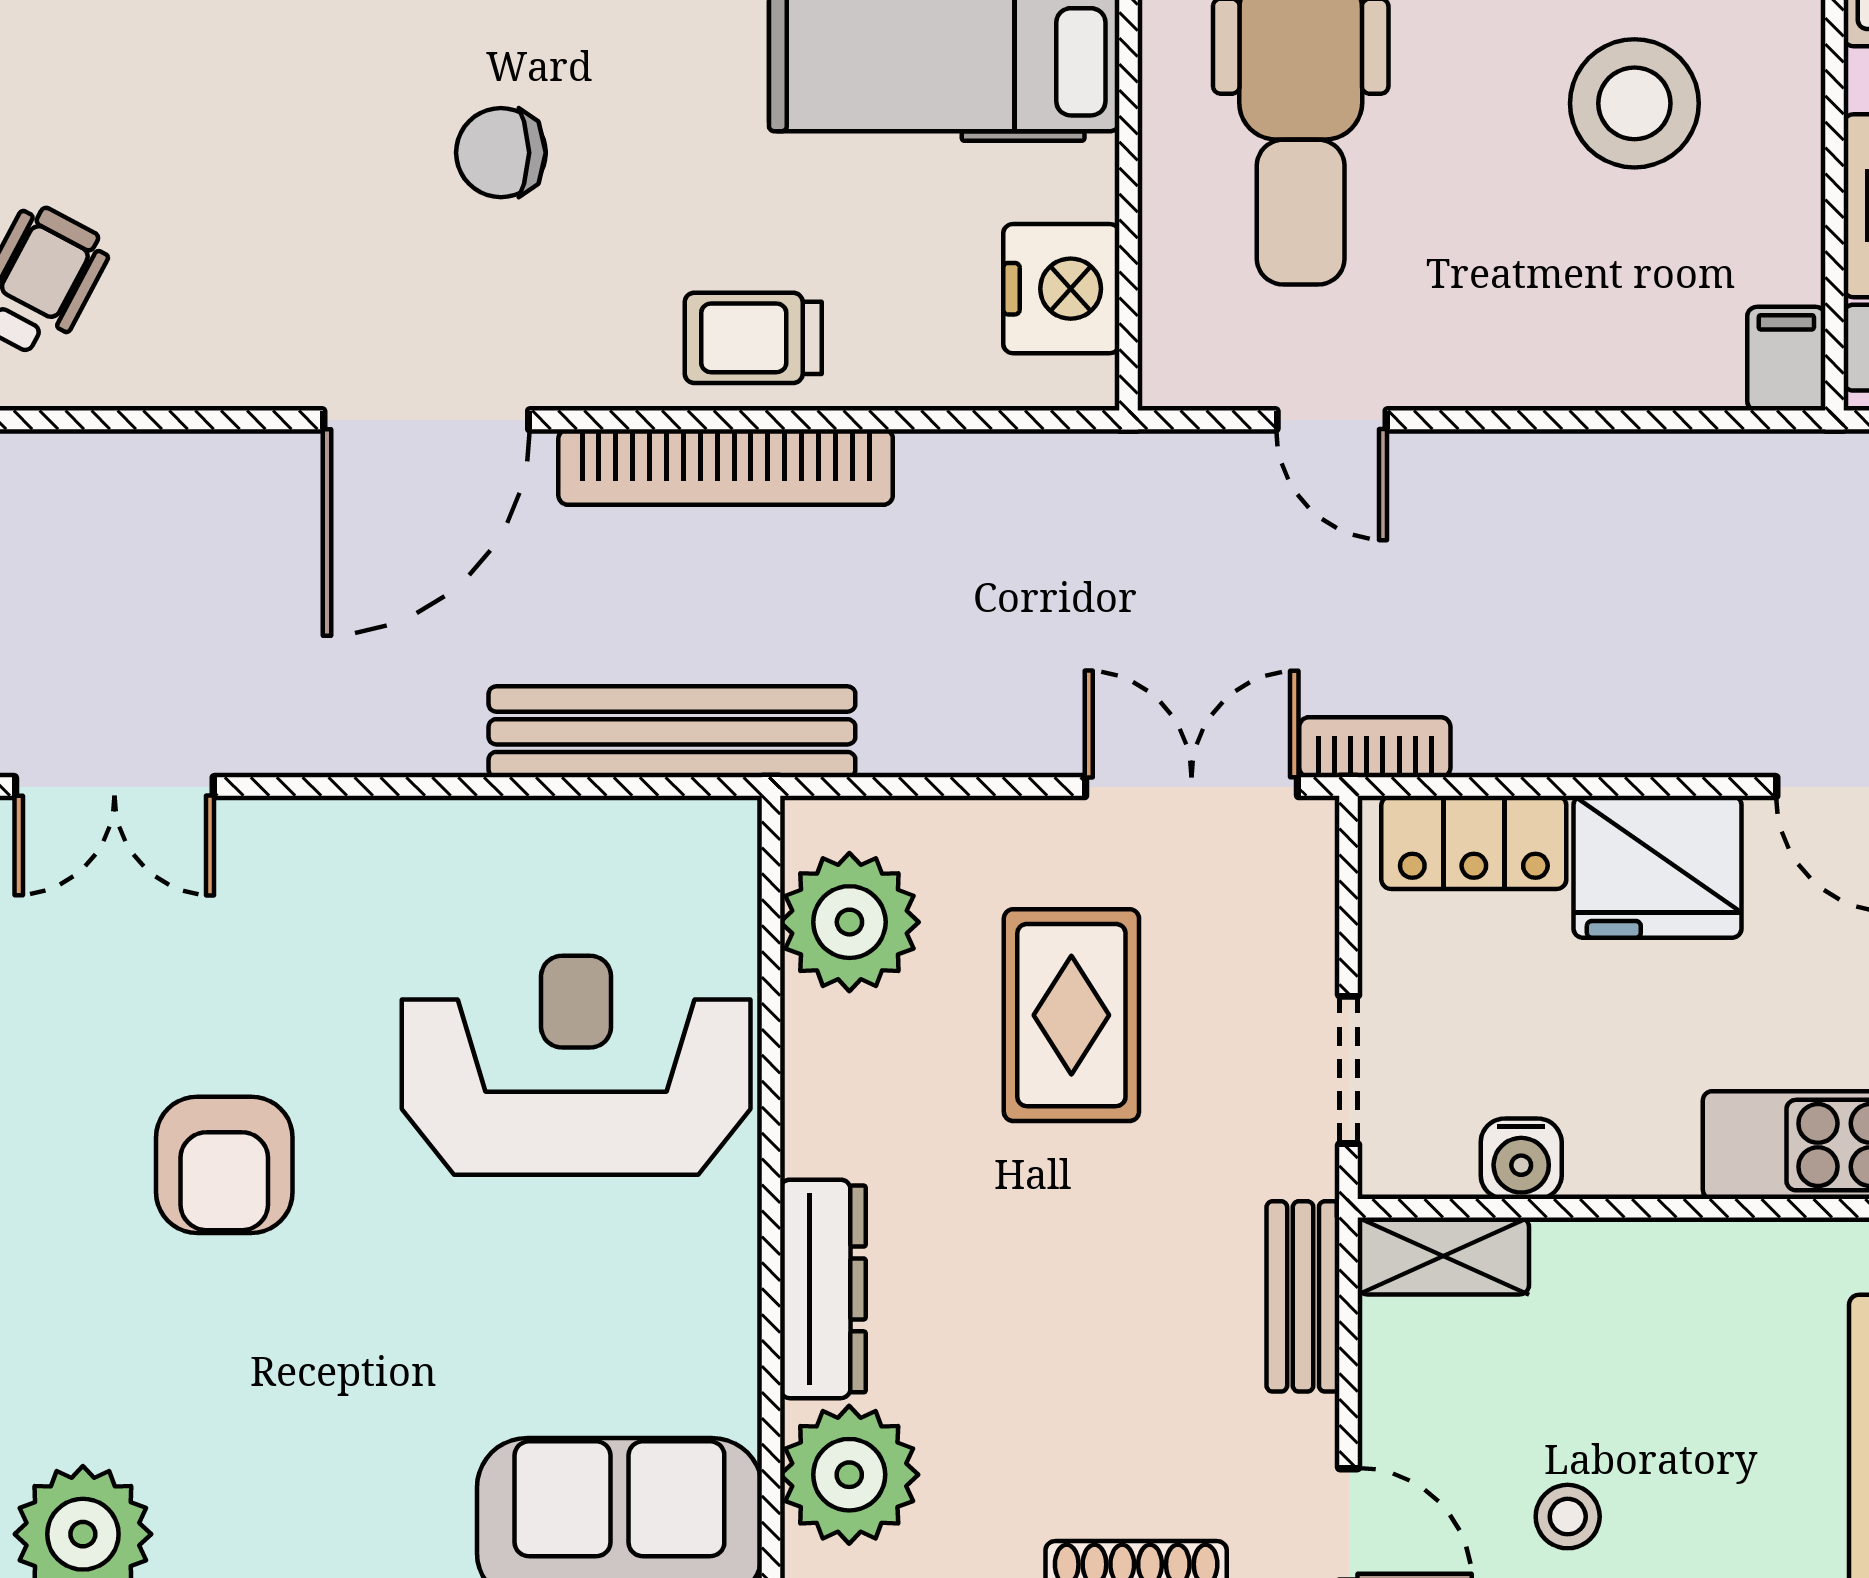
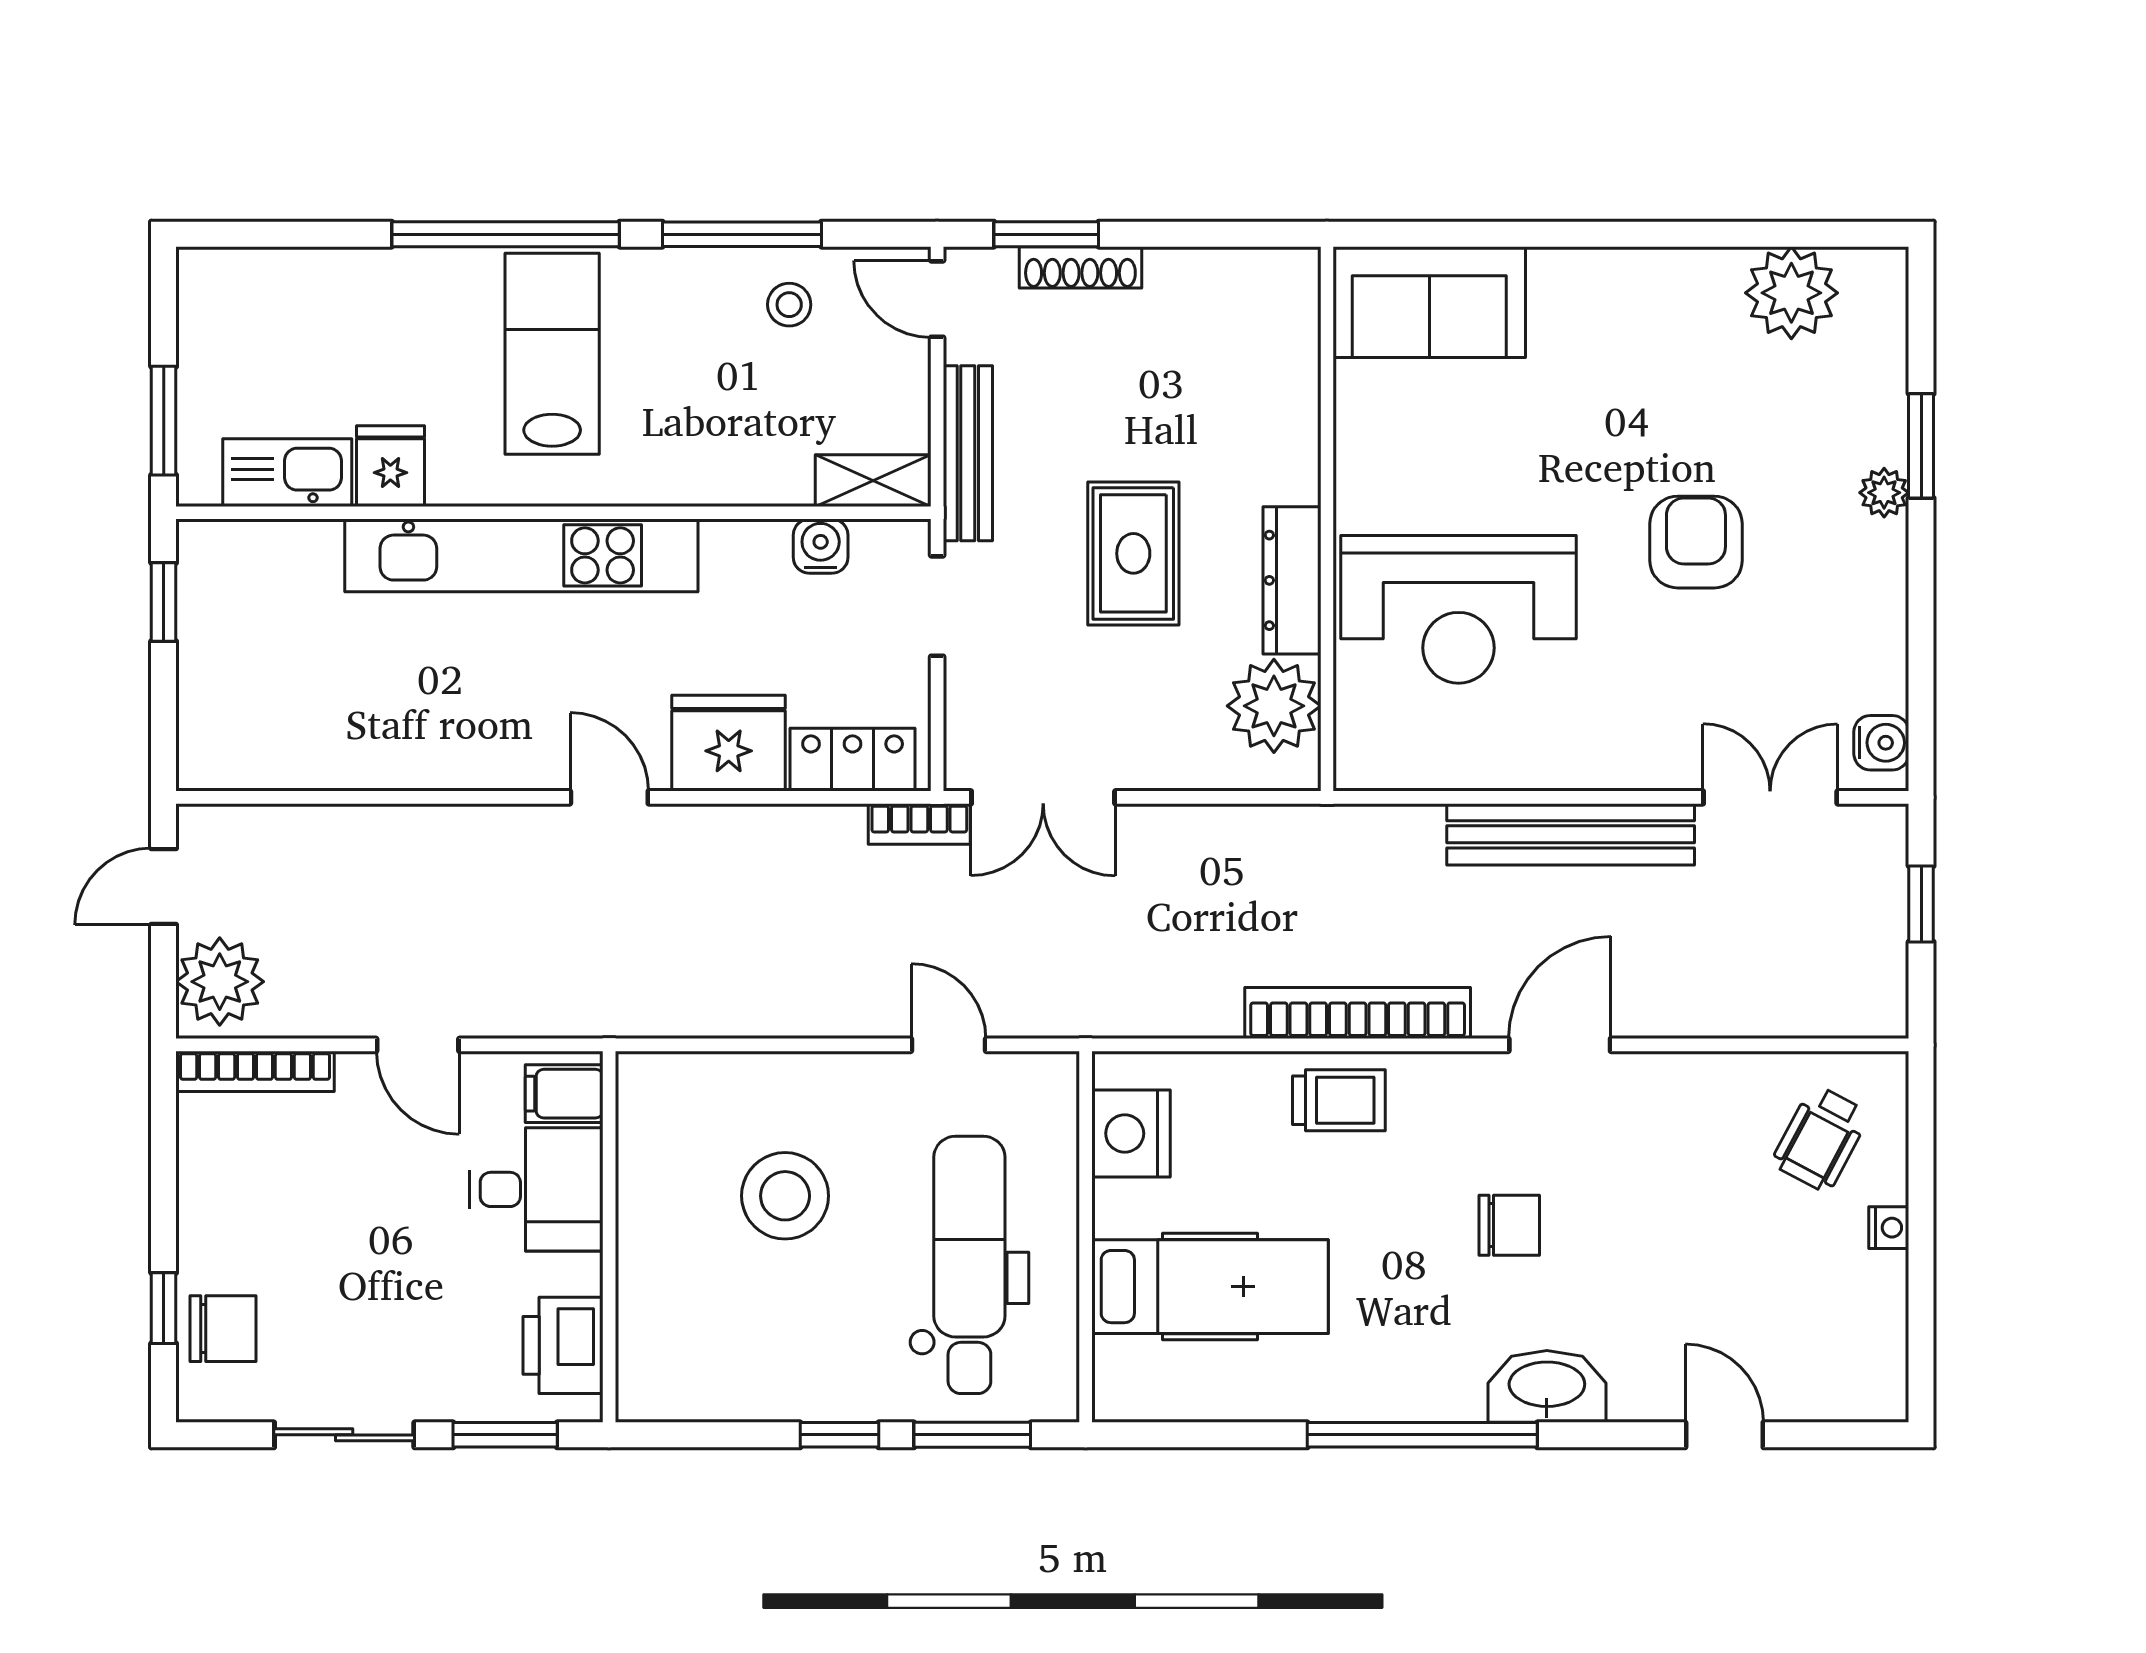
stool: (1634, 103) -> (785, 1196), moved
filing cabinet: (1786, 359) -> (642, 1086), removed
door: (426, 420) -> (1560, 1045), width x0.73
bench: (672, 732) -> (1571, 834), moved
rug: (1071, 1015) -> (1133, 553), moved
dresser: (823, 1289) -> (1292, 580), moved
bench: (1303, 1296) -> (968, 453), width x1.36
plant: (849, 1475) -> (1274, 333), removed

